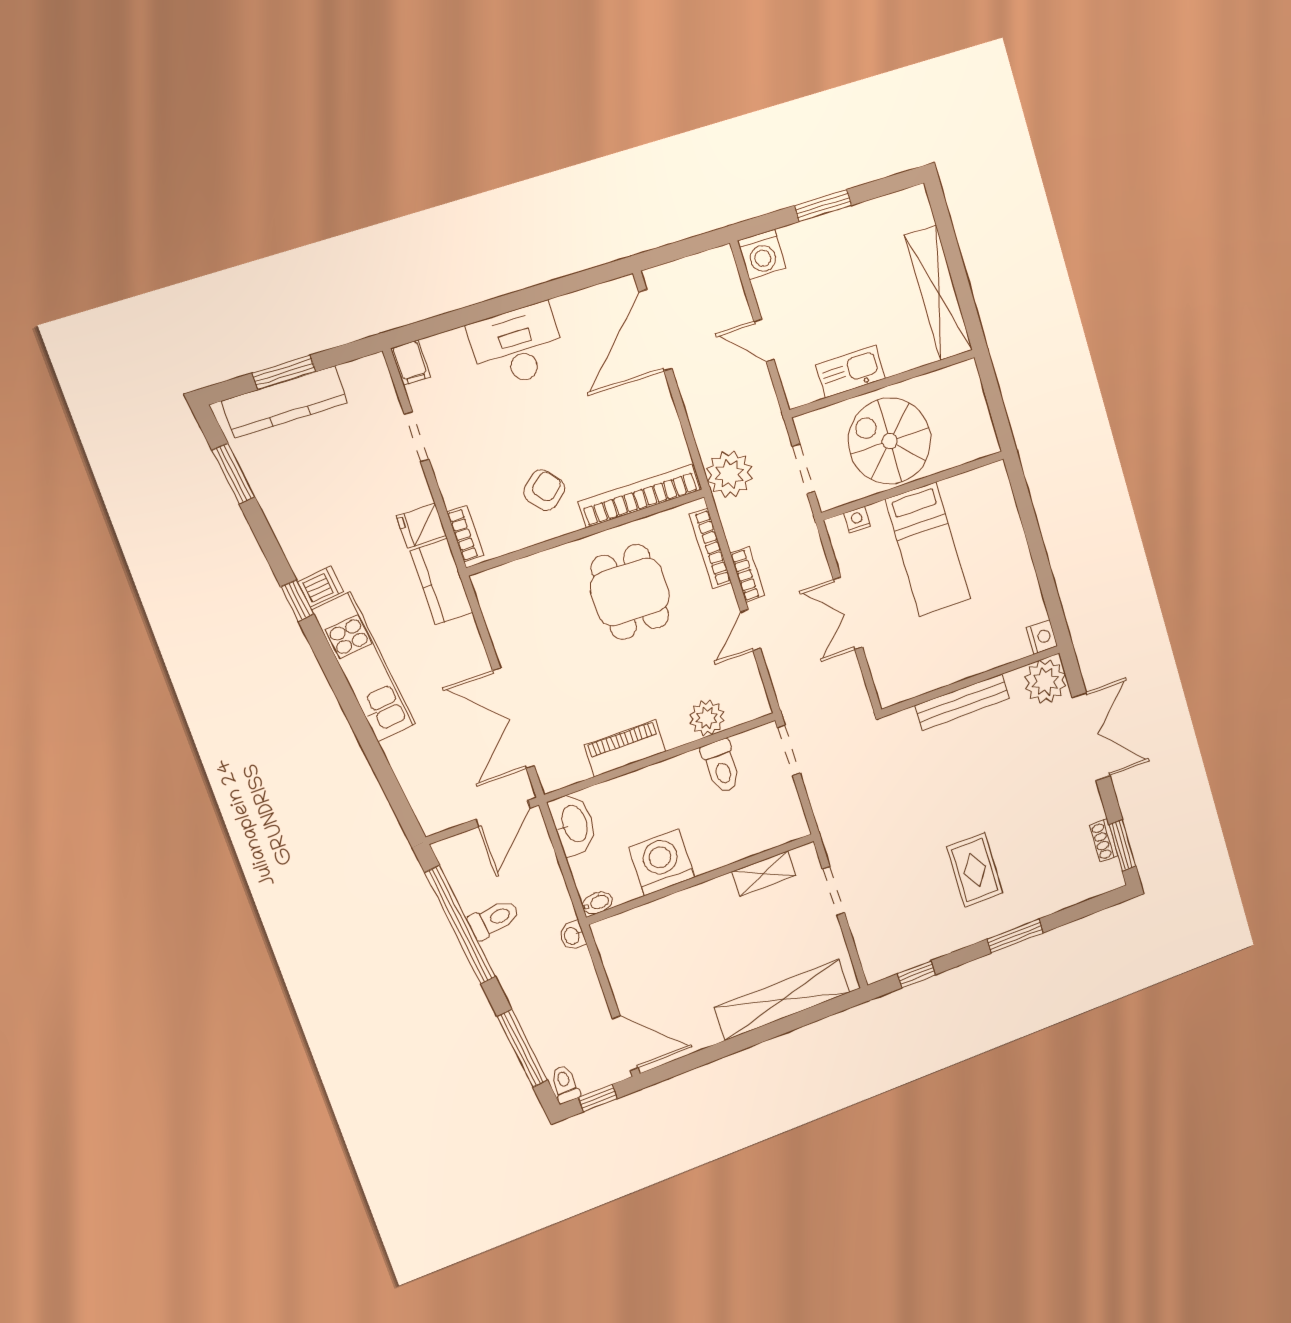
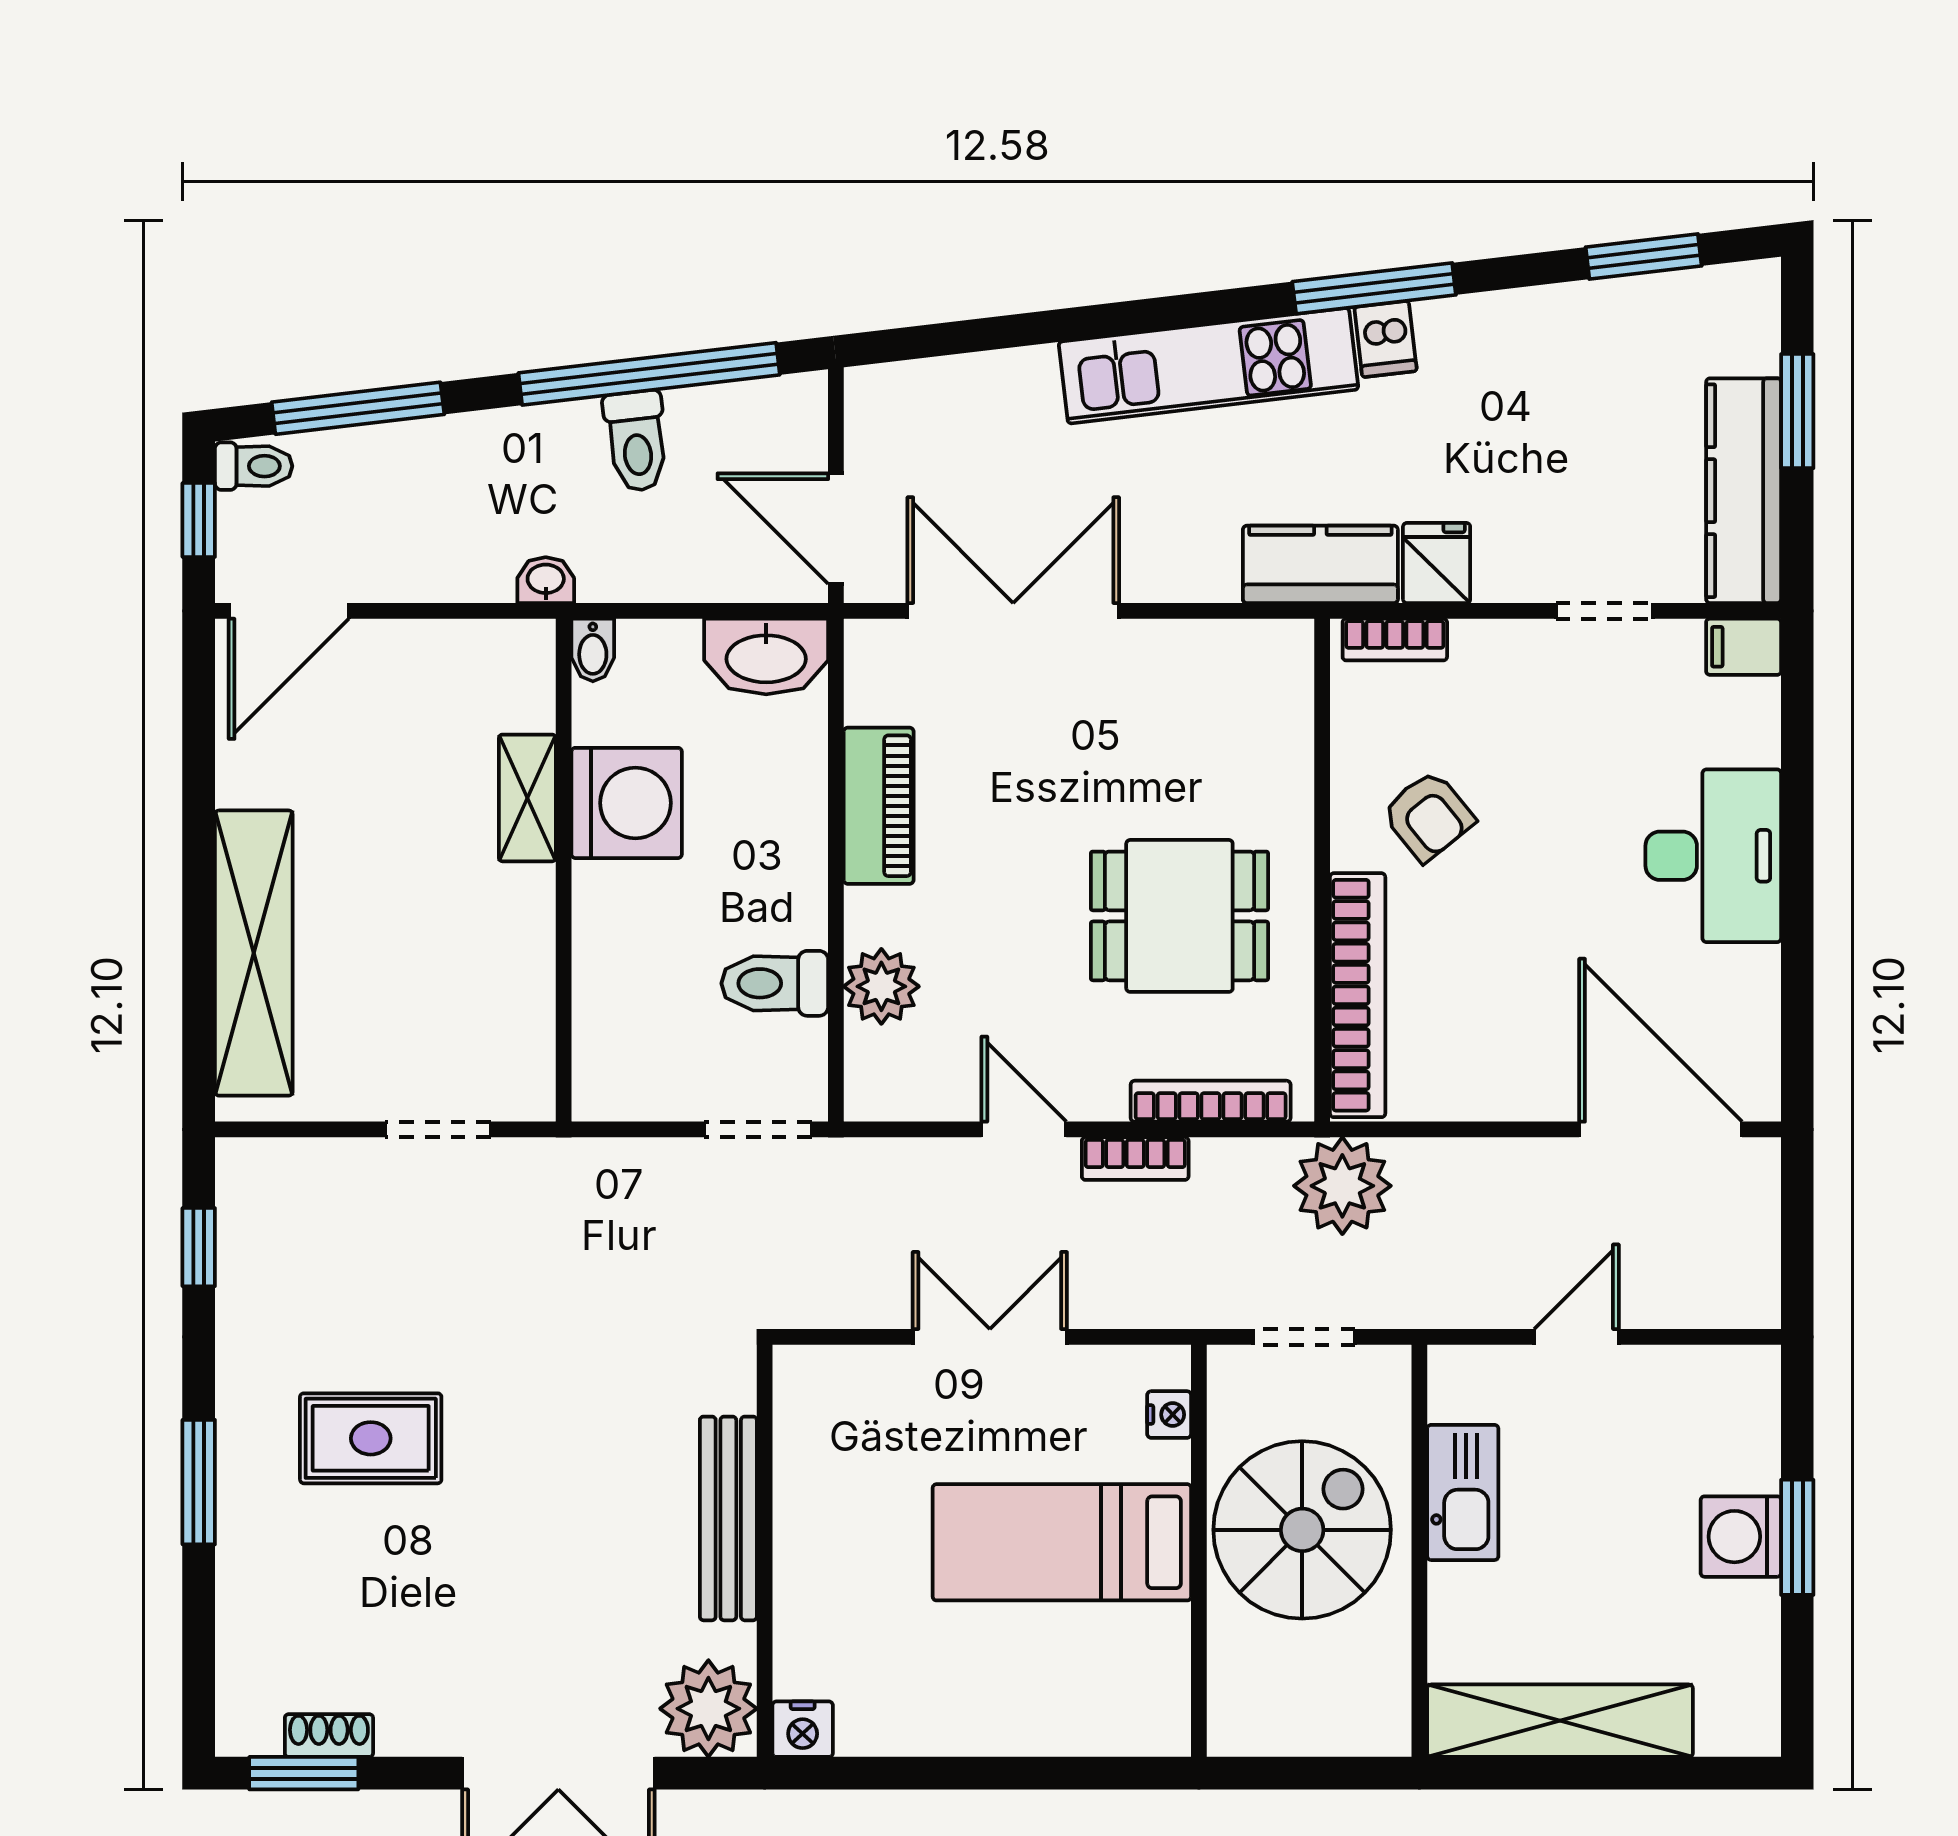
washing machine: (762, 254) -> (1741, 1537), moved
kitchen counter: (285, 402) -> (1744, 491), moved
window: (297, 601) -> (1374, 288), width x2.17
shelving: (764, 874) -> (527, 798), moved

